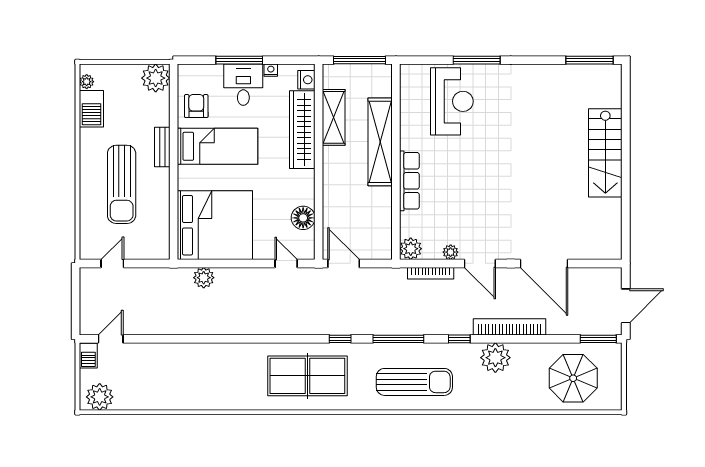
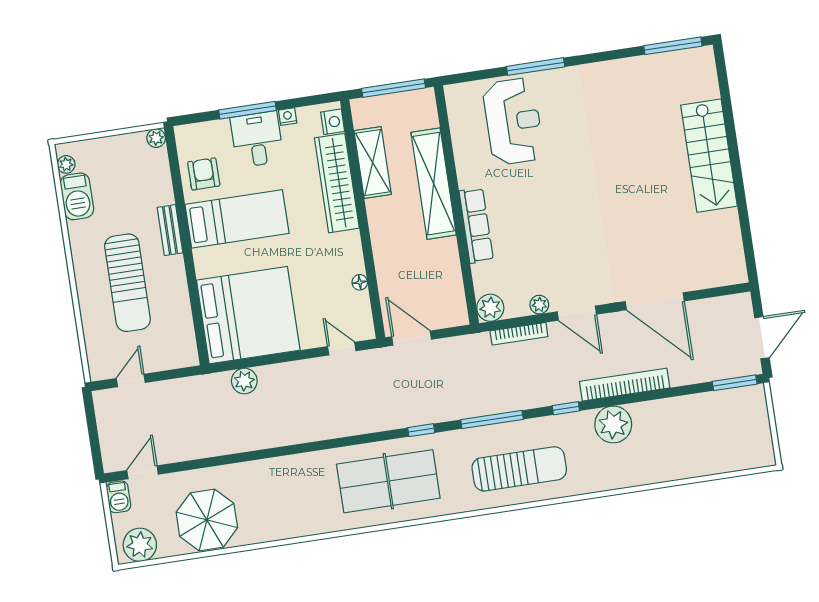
plant: (156, 78) -> (156, 138), width x0.53, depth x0.53
floor lamp: (303, 218) -> (360, 282), width x0.53, depth x0.53
parasol: (573, 378) -> (207, 520), moved

